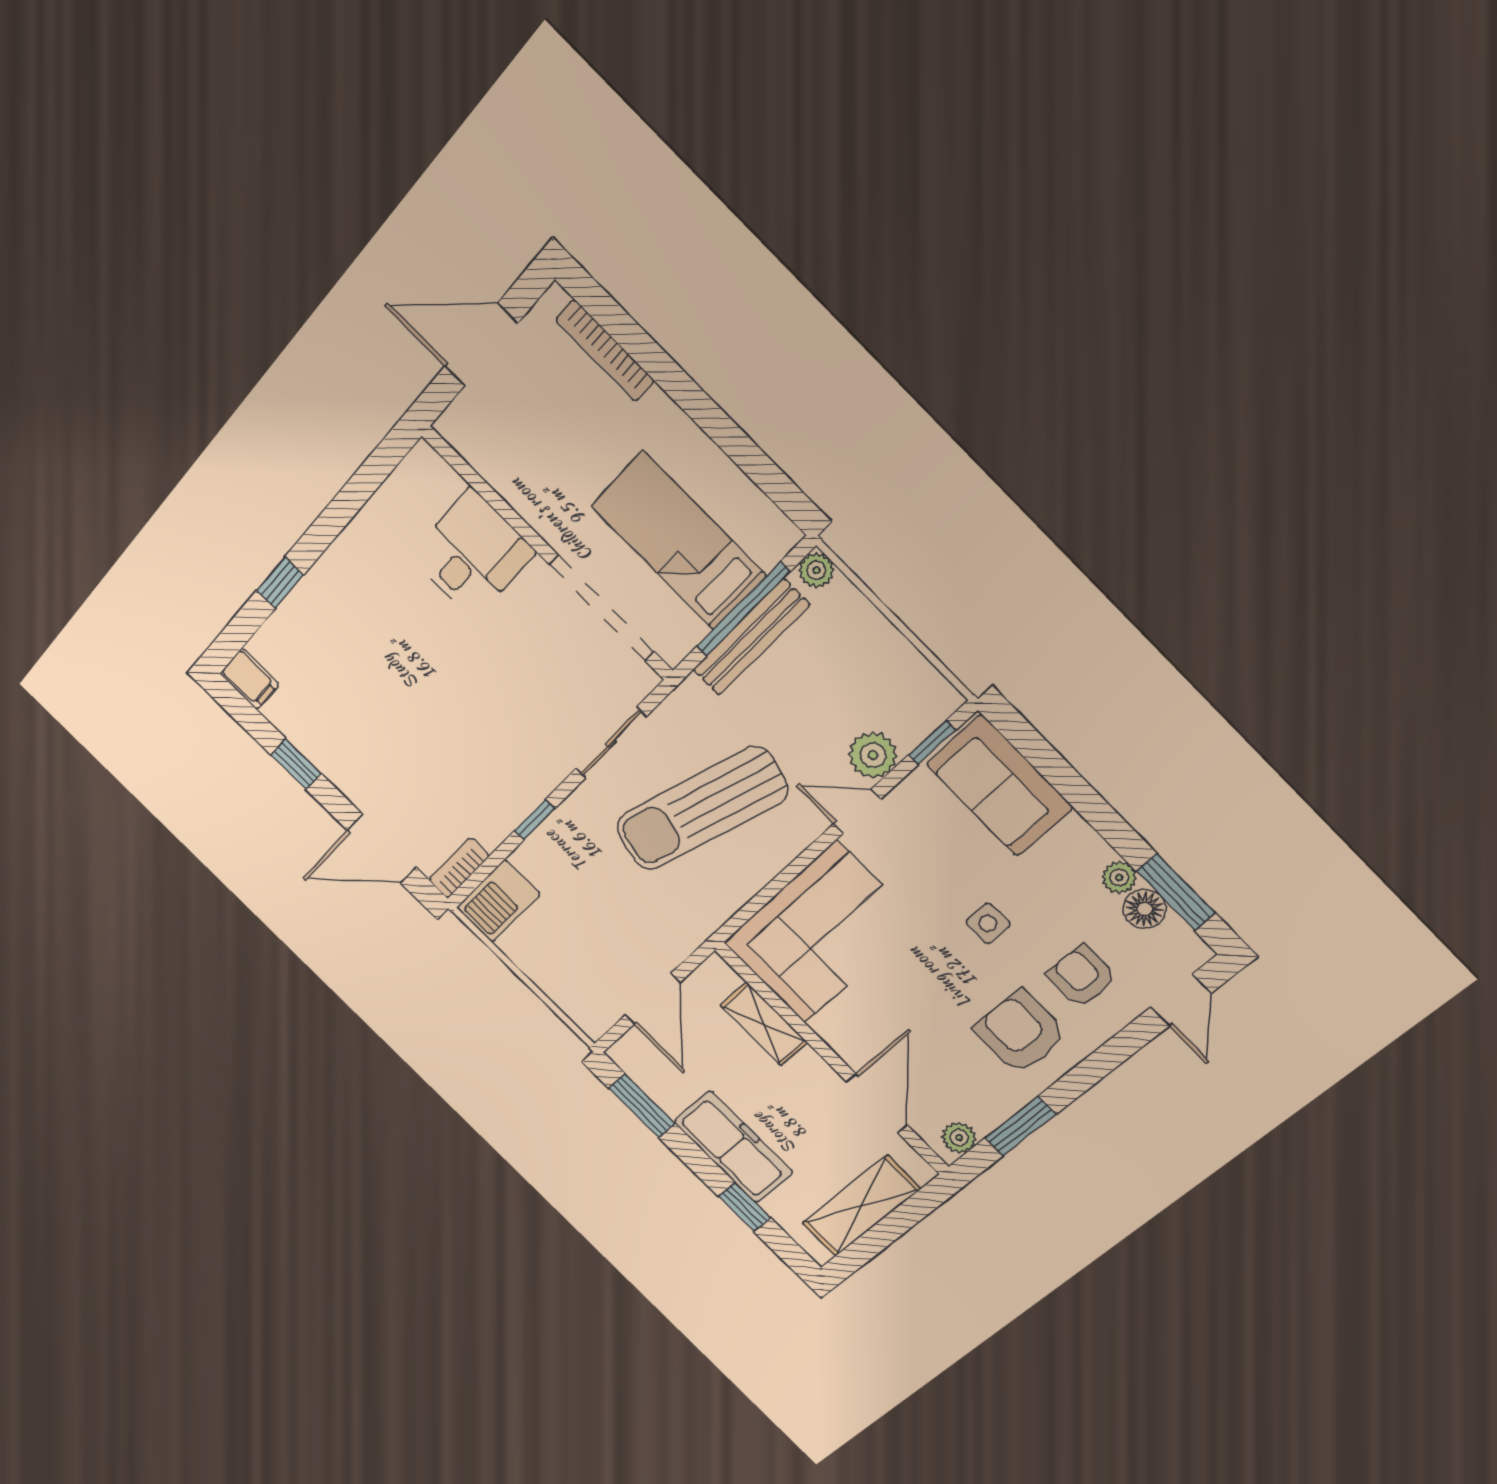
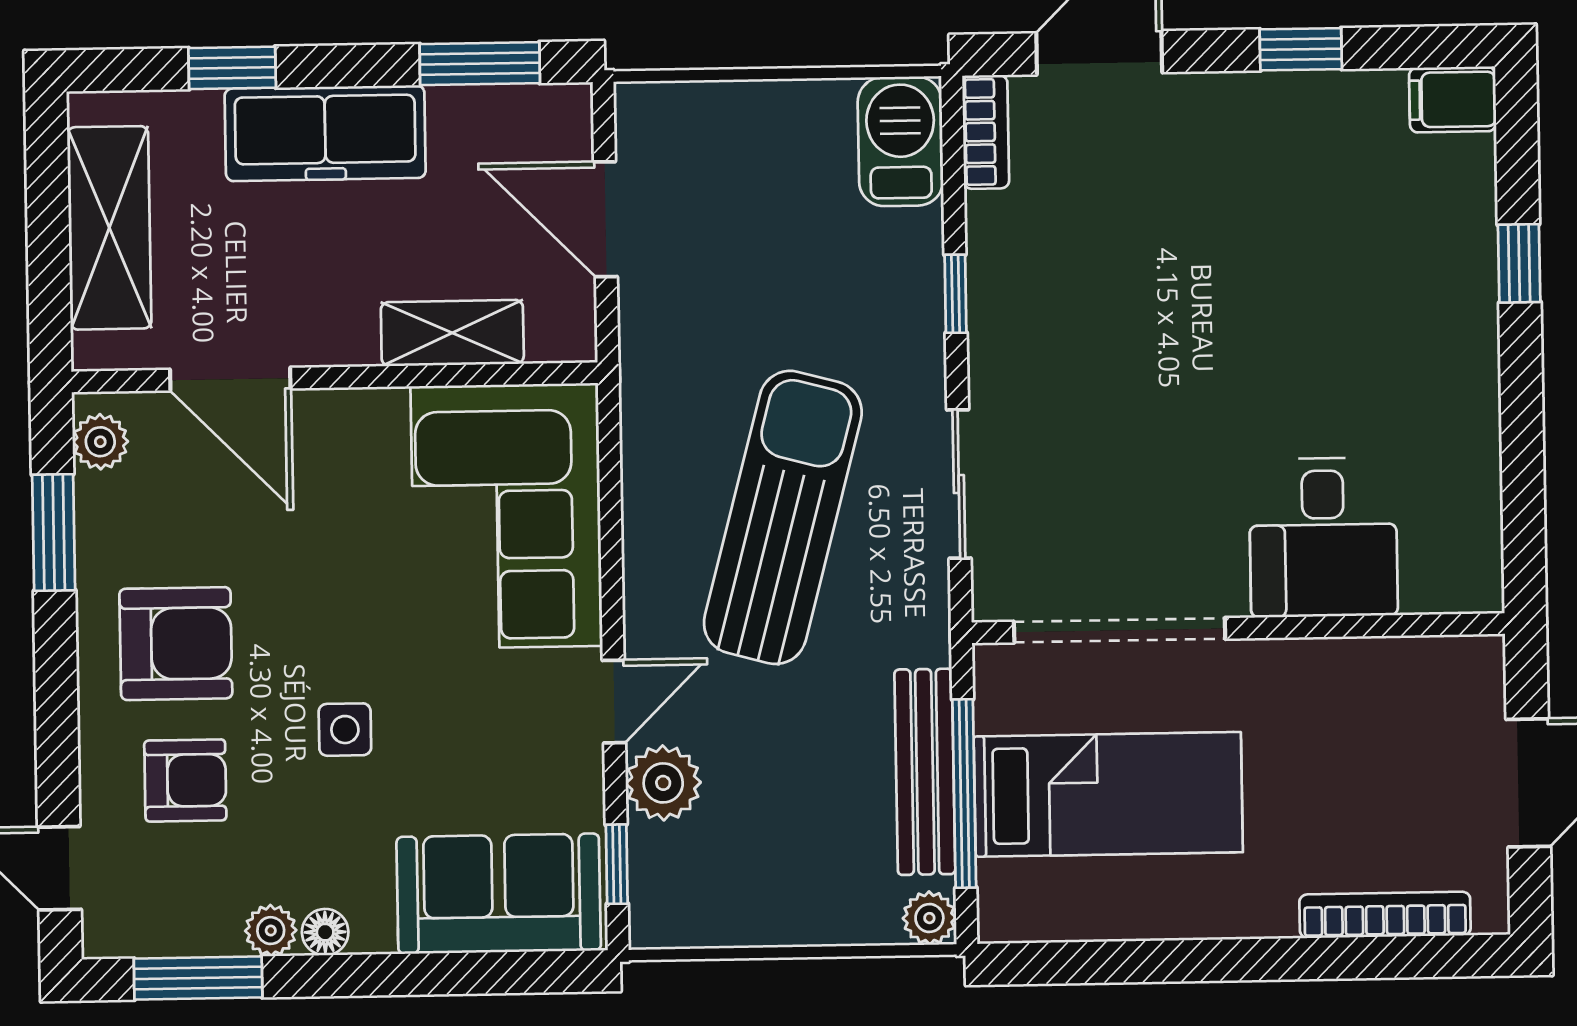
floor lamp: (1145, 909) -> (325, 932), moved, width x0.73, depth x0.73

